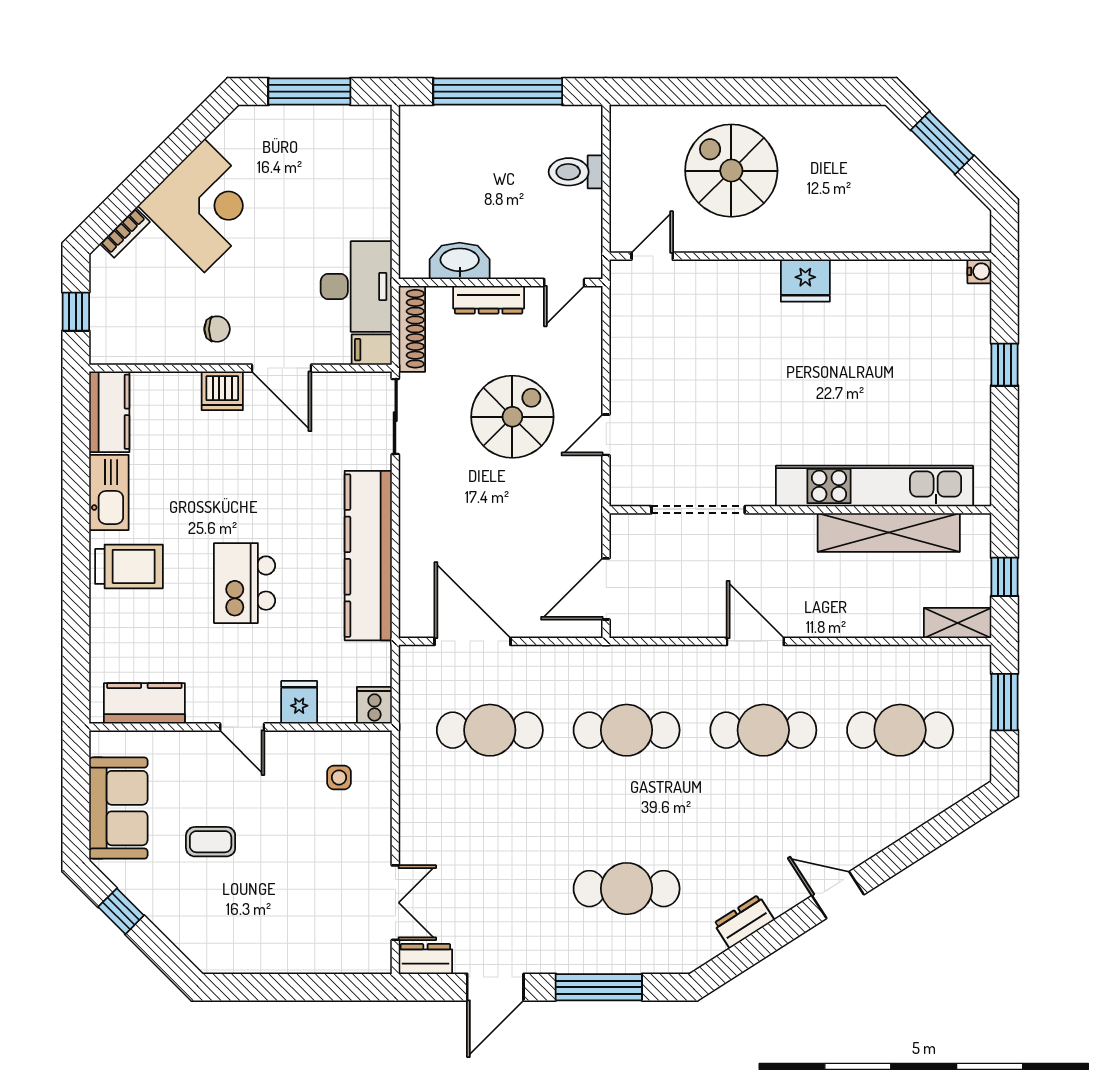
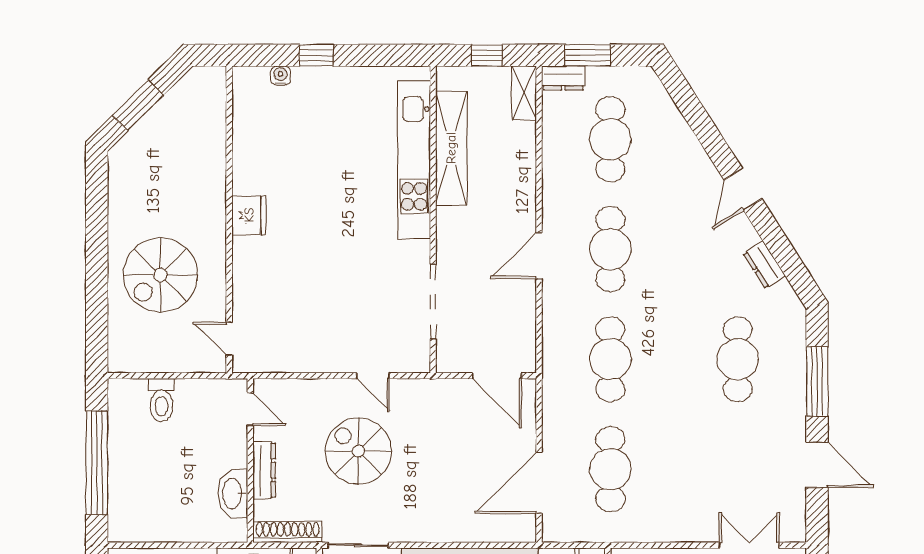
water cooler: (979, 271) -> (281, 76), moved
dresser: (425, 959) -> (563, 78), moved, turned -90

